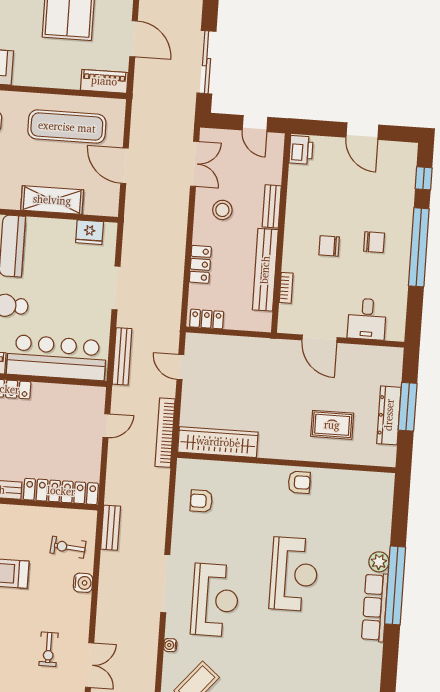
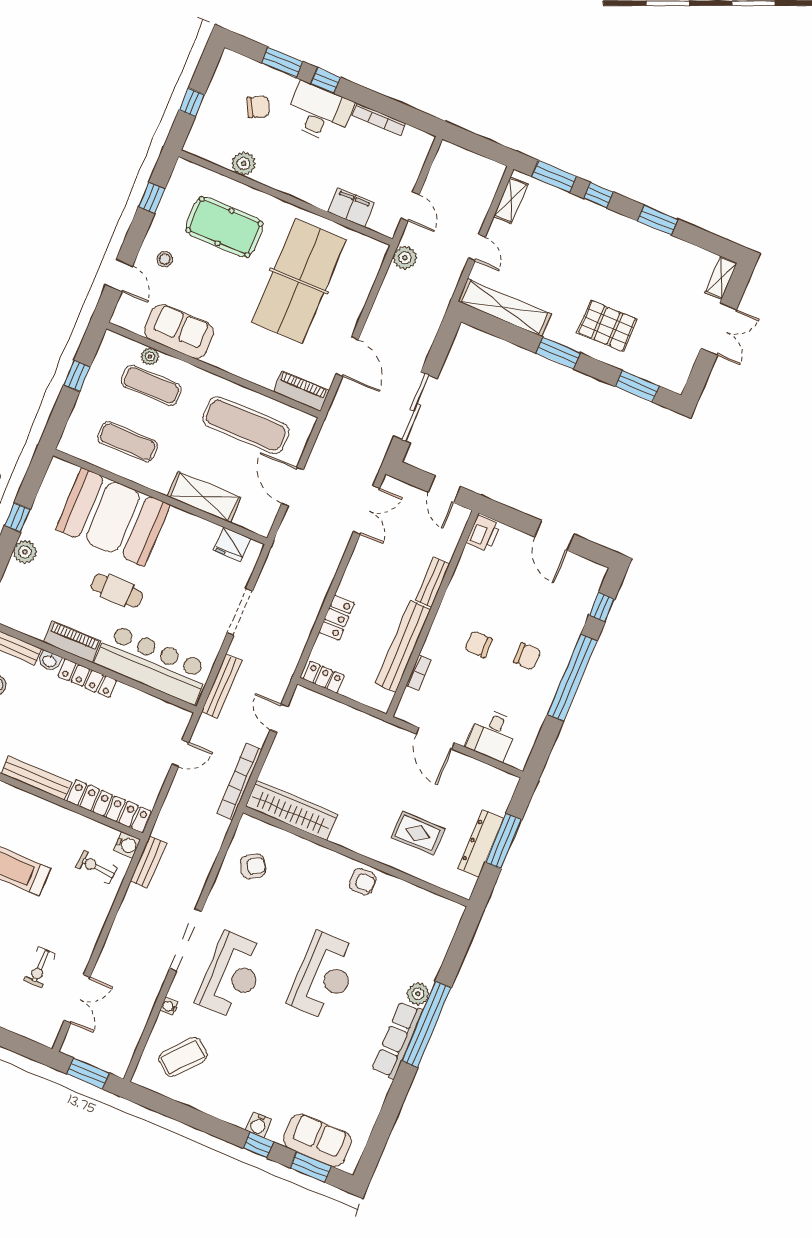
stool: (222, 210) -> (379, 568), removed
armchair: (201, 501) -> (253, 866), turned 148
water cooler: (83, 583) -> (127, 845), moved

